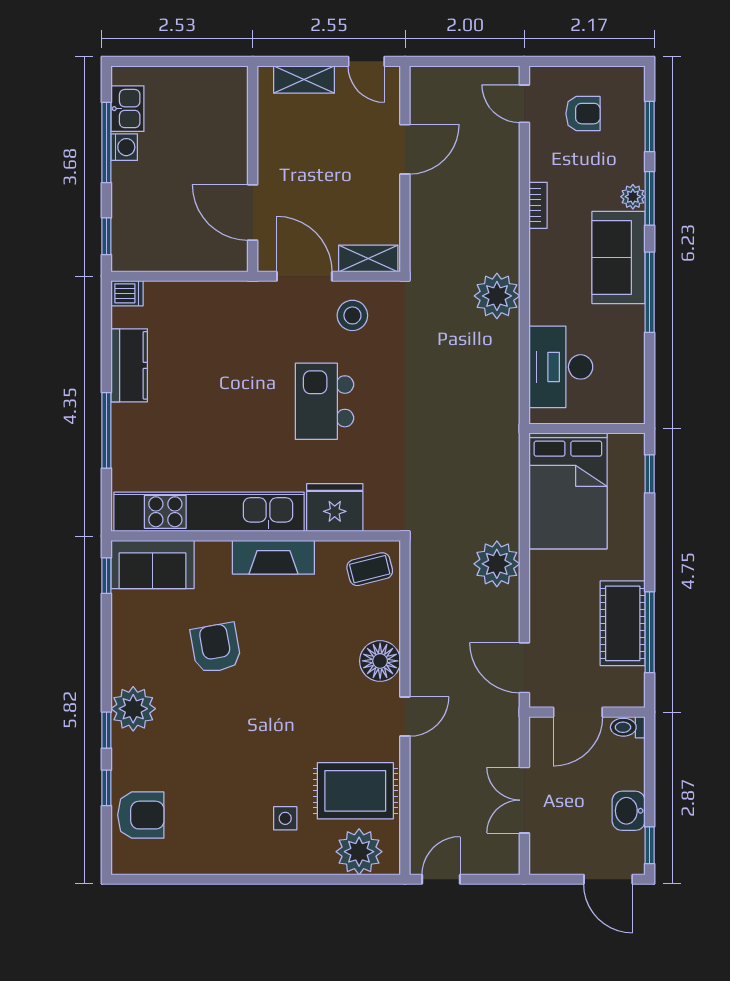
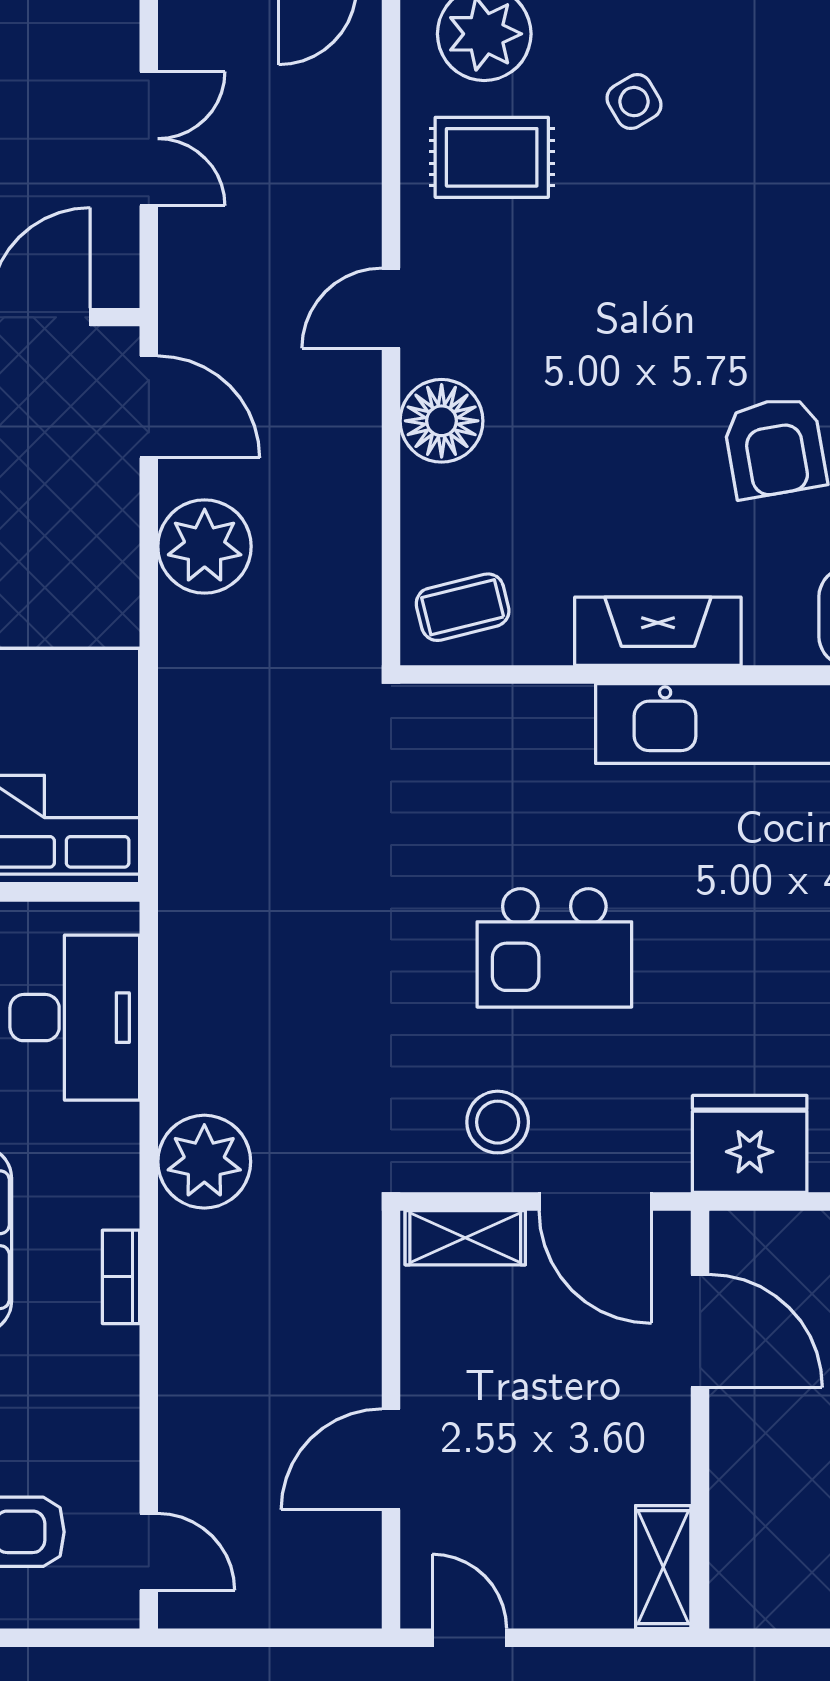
shelving: (304, 79) -> (663, 1567), moved, turned 90
bookcase: (538, 205) -> (121, 1277), moved
kitchen island: (324, 401) -> (554, 948), turned 90
fridge: (335, 508) -> (750, 1144), moved, turned 180
plant: (497, 564) -> (205, 546), moved
rug: (355, 791) -> (492, 157), width x0.73, depth x0.70
side table: (285, 818) -> (634, 102), turned -31

